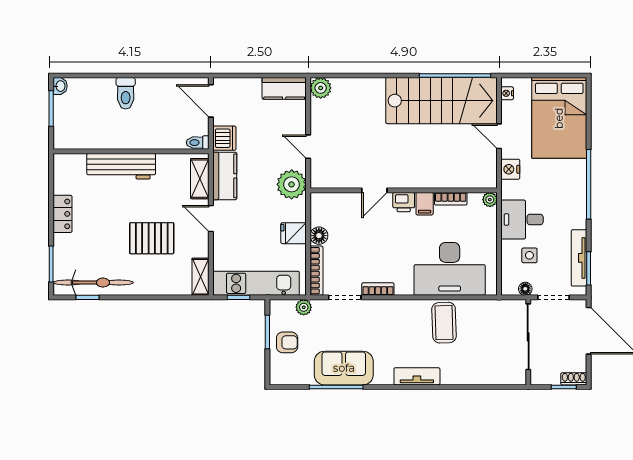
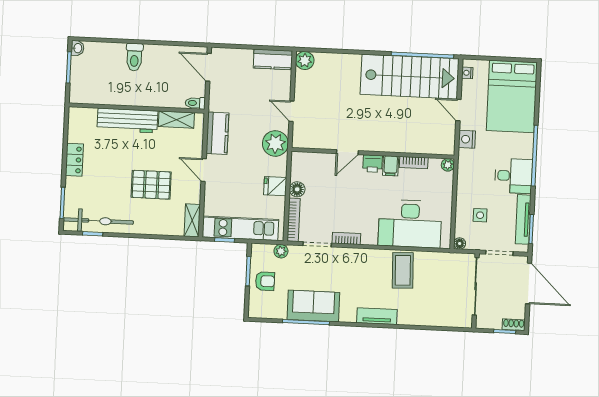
dishwasher: (224, 138) -> (219, 100), removed
shelving: (200, 179) -> (176, 120), moved, turned 90
desk: (522, 219) -> (514, 176), moved, turned 180
floor lamp: (525, 289) -> (460, 243), moved

